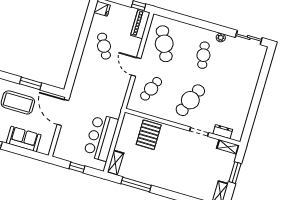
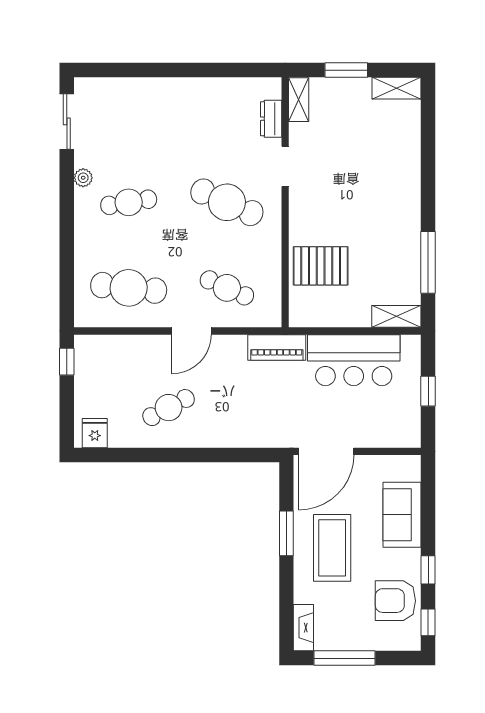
piano: (140, 24) -> (277, 347), moved
cafe table: (164, 44) -> (129, 288), turned 30

